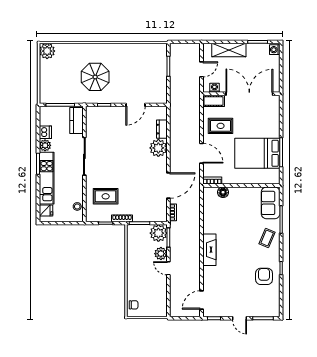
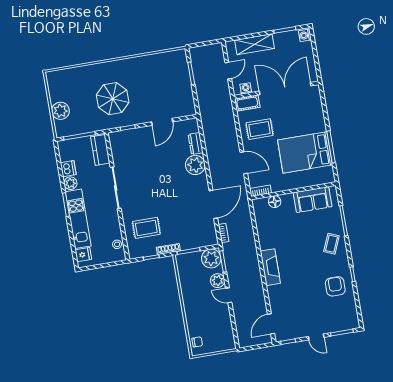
plant: (47, 51) -> (60, 111), moved
sofa: (271, 203) -> (313, 200), moved, turned -90

